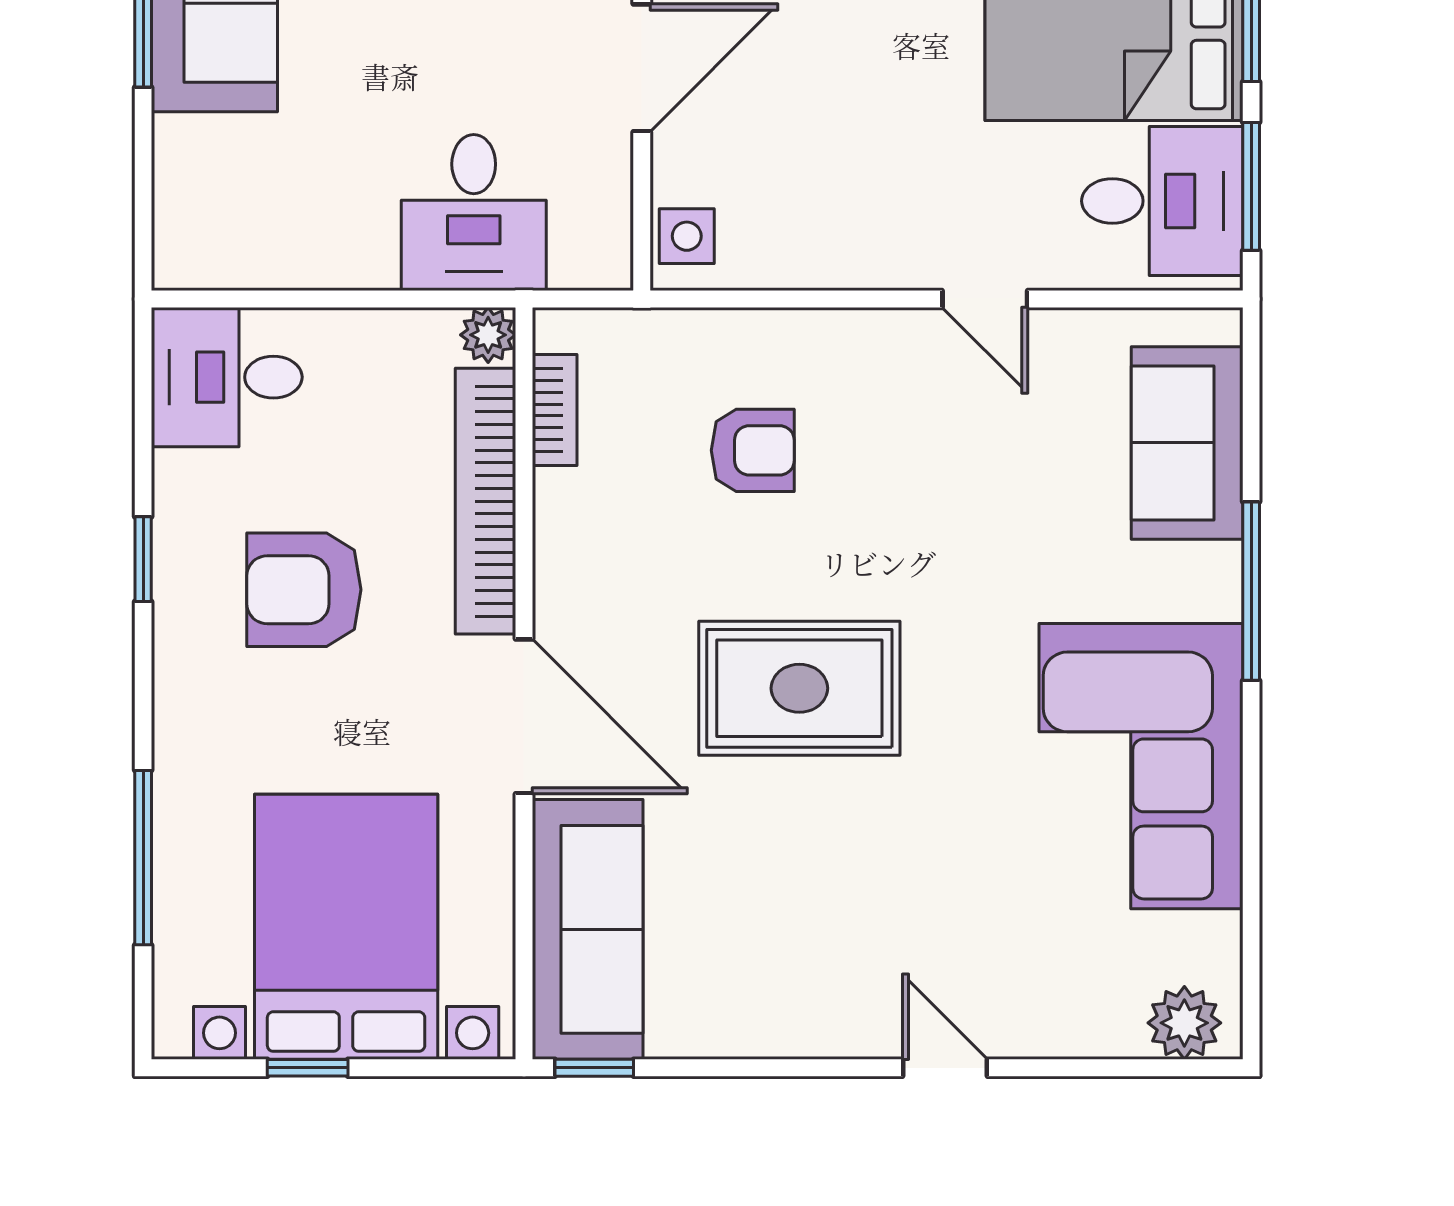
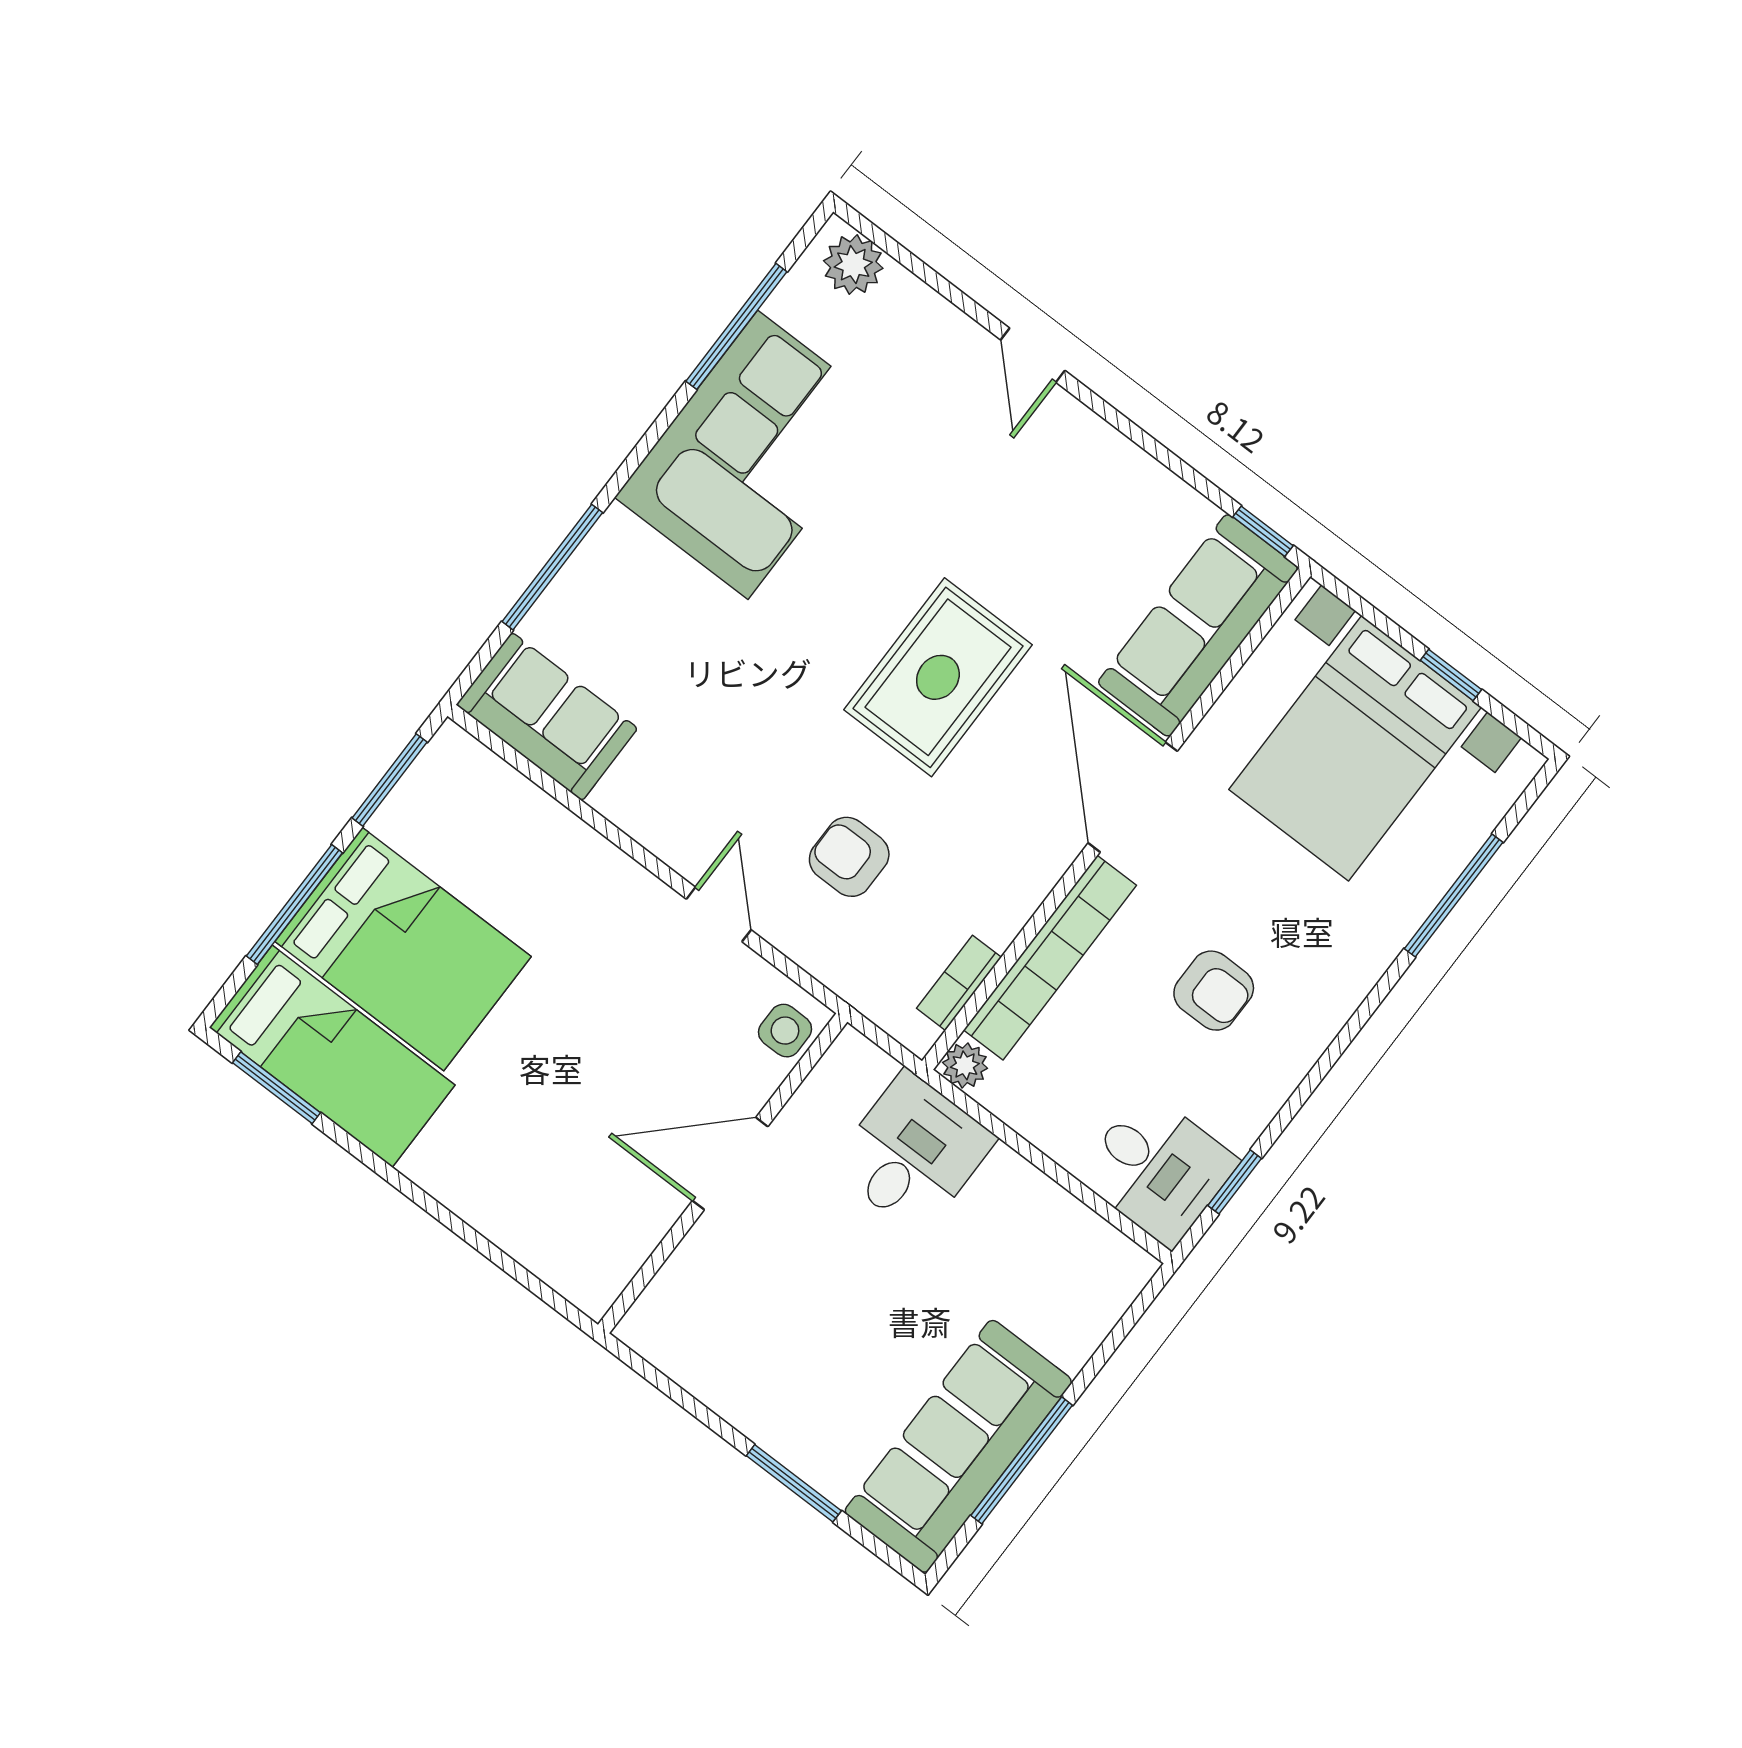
desk: (1162, 201) -> (455, 815), removed
door: (985, 299) -> (719, 914), moved
sofa: (1187, 443) -> (547, 717), moved, turned -90
window: (143, 559) -> (1235, 1182), moved
armchair: (304, 590) -> (1214, 991), width x0.72, depth x0.72
window: (1251, 591) -> (552, 567), moved
rug: (799, 688) -> (938, 677), turned 90
window: (1251, 877) -> (736, 326), added

